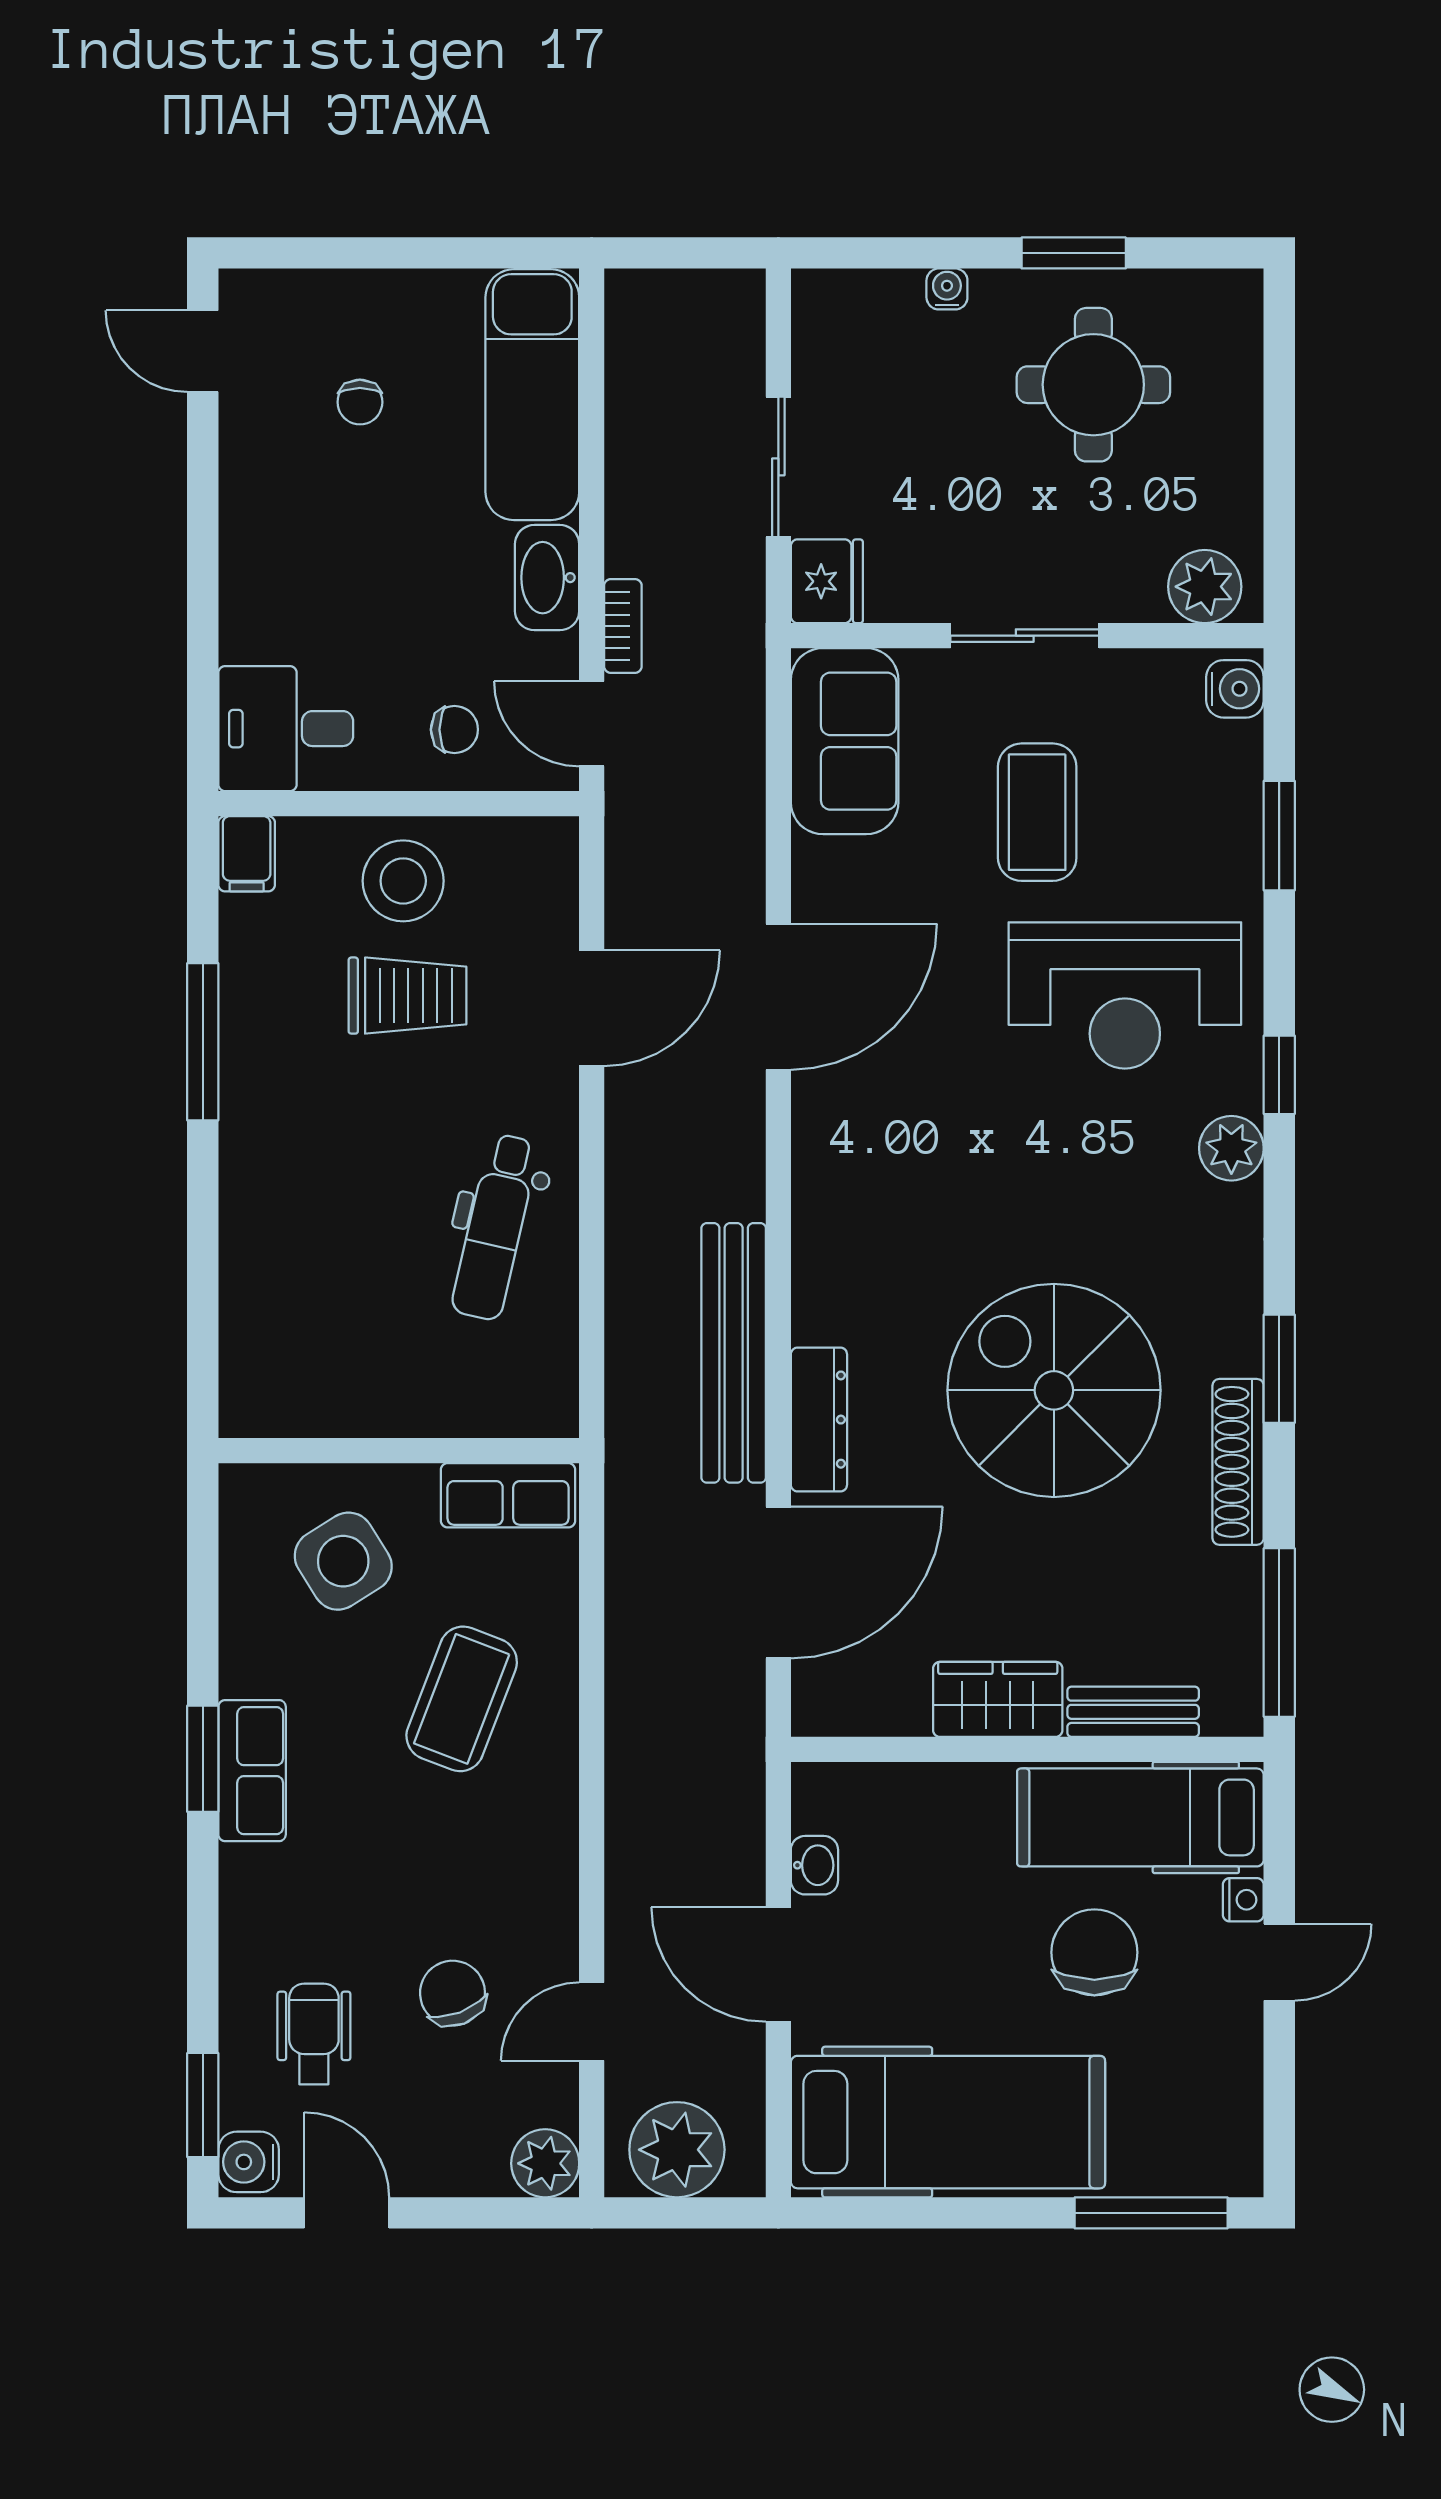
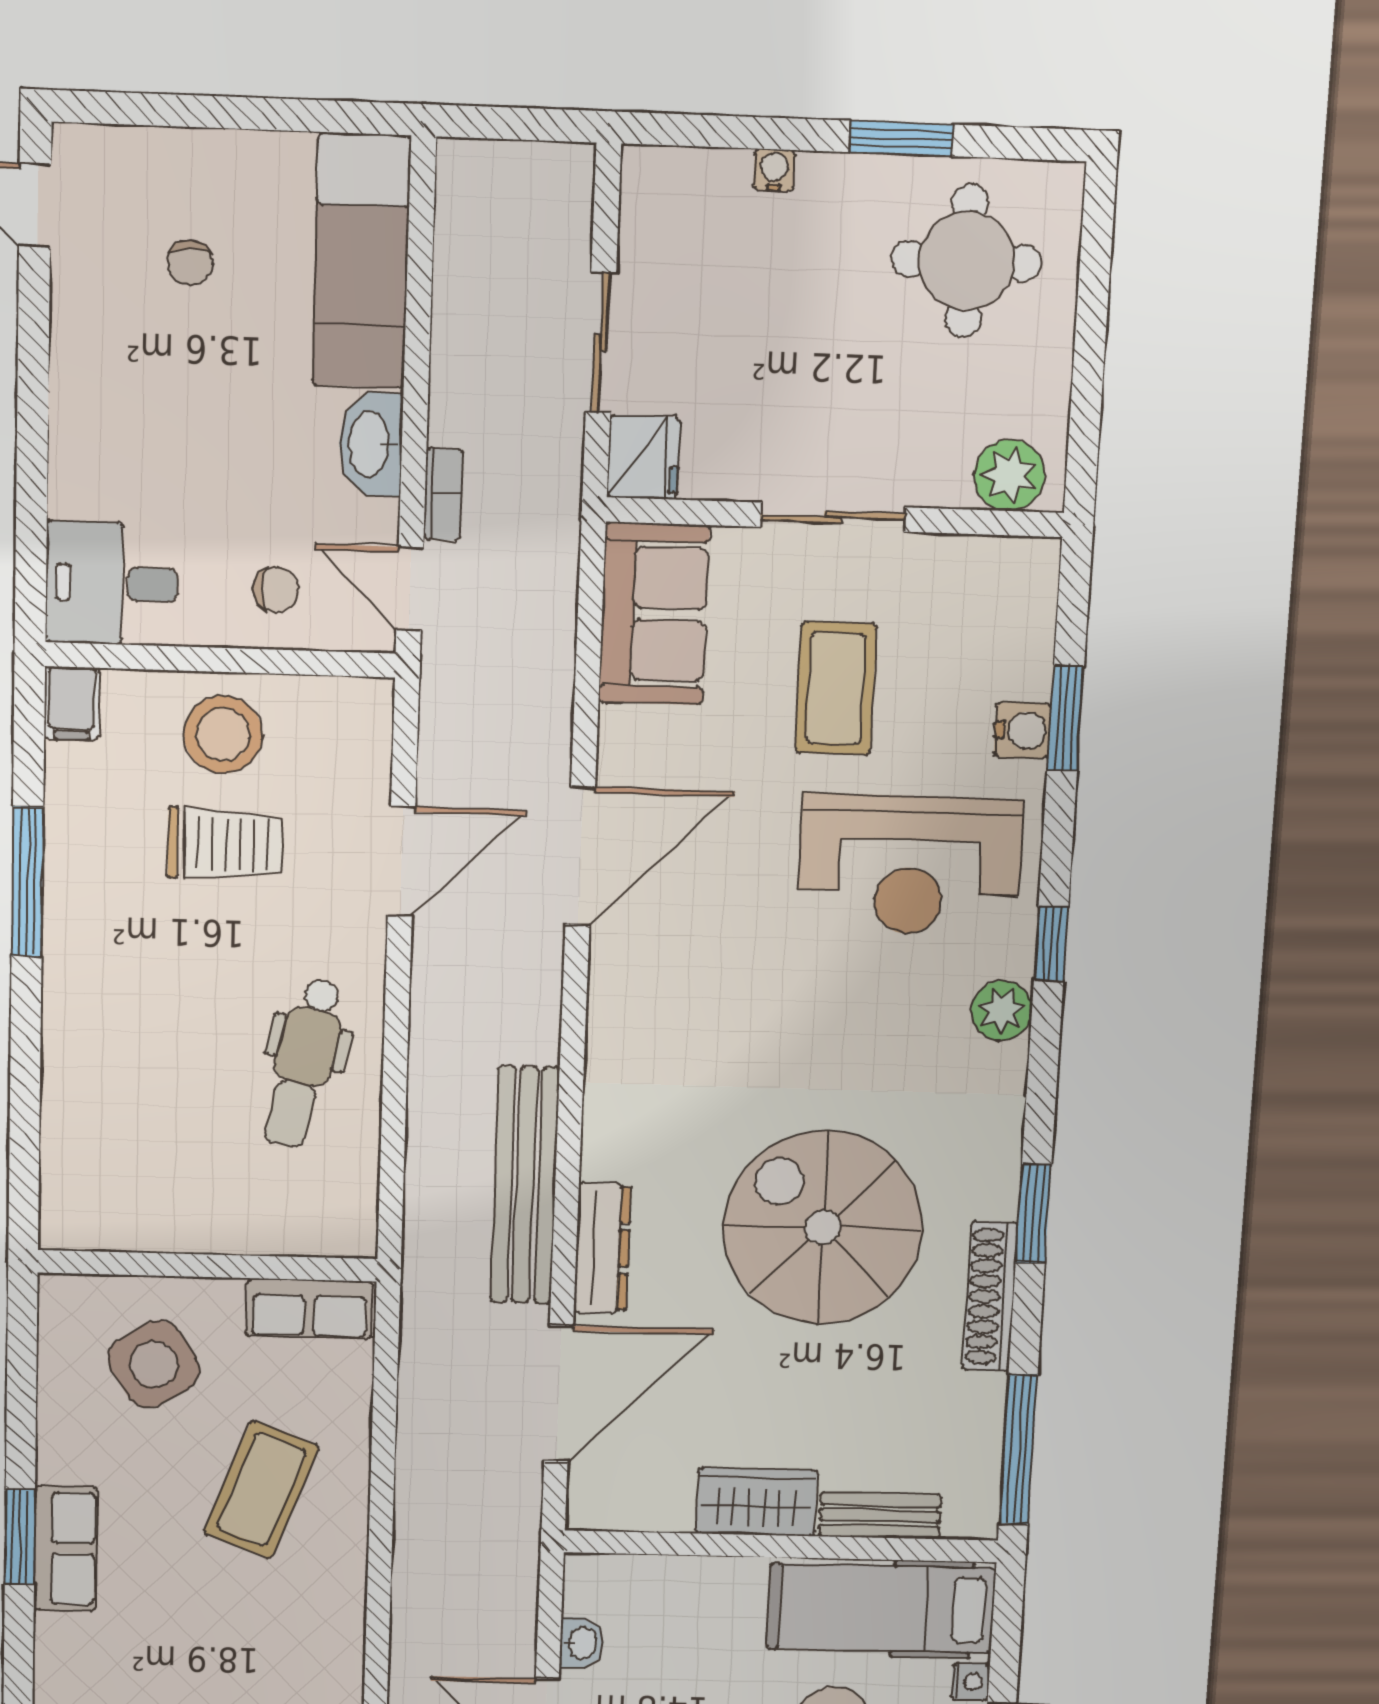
round table: (1093, 385) -> (967, 261), moved
water cooler: (1235, 689) -> (1023, 730), moved

